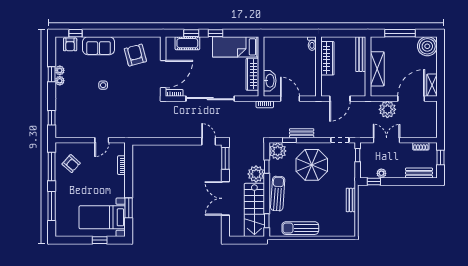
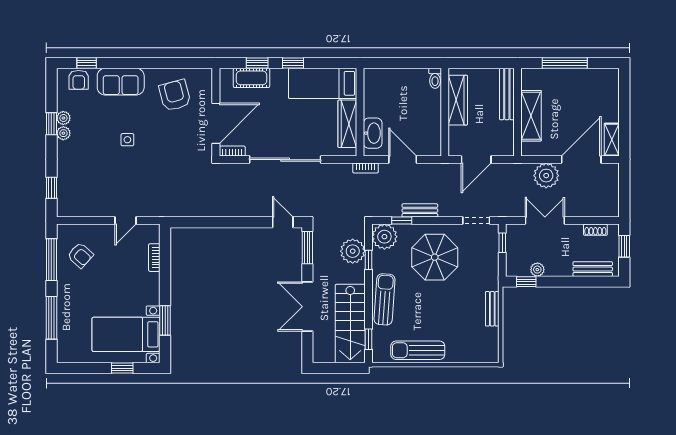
boiler: (427, 46) -> (605, 82), removed
plant: (256, 174) -> (353, 251), moved

